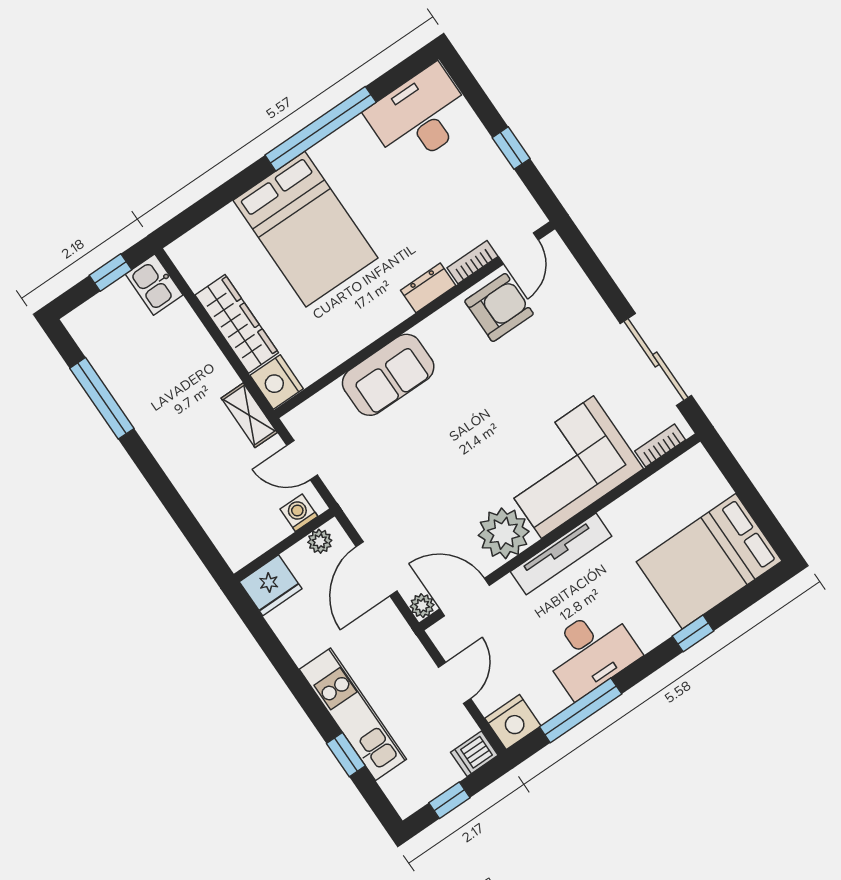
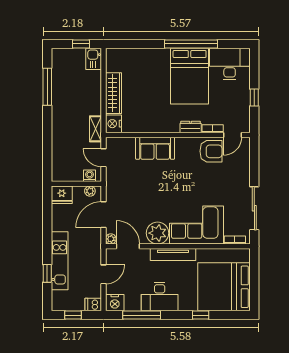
bed: (305, 229) -> (190, 76), moved
bed: (709, 561) -> (224, 287), width x1.36

